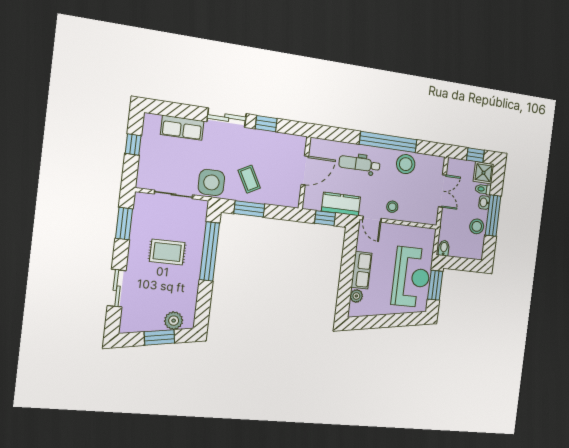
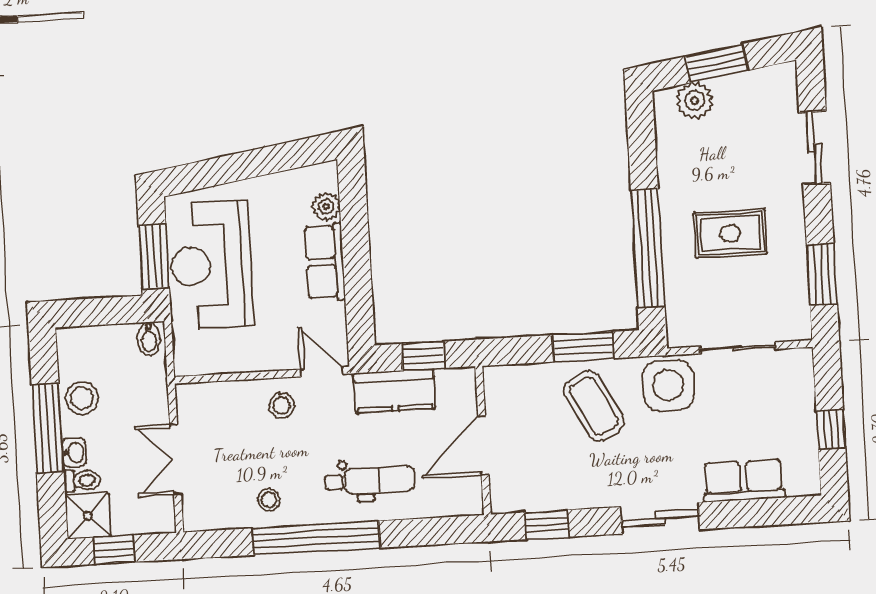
window: (266, 124) -> (547, 525), moved
stool: (406, 164) -> (269, 500), width x0.53, depth x0.53
coffee table: (249, 179) -> (594, 406), width x1.36, depth x1.30

